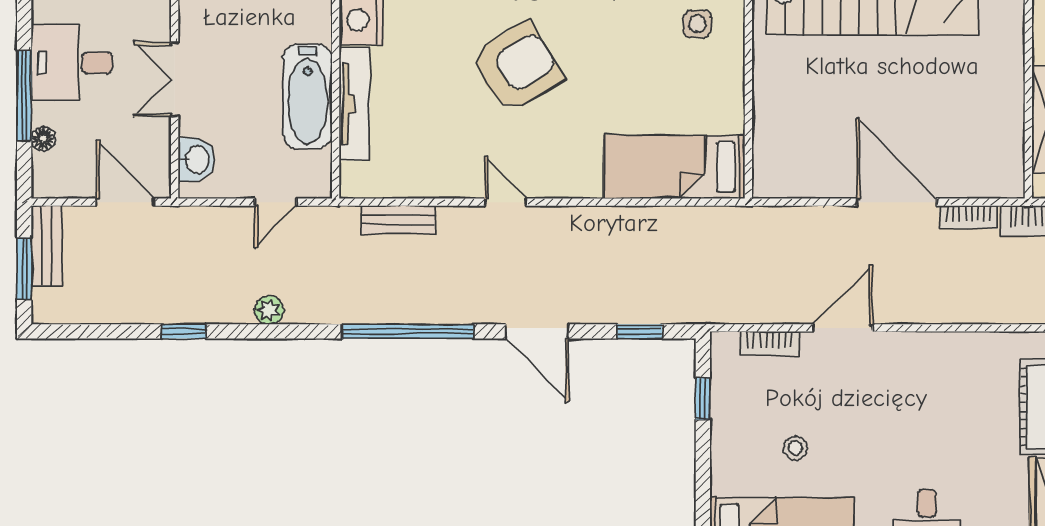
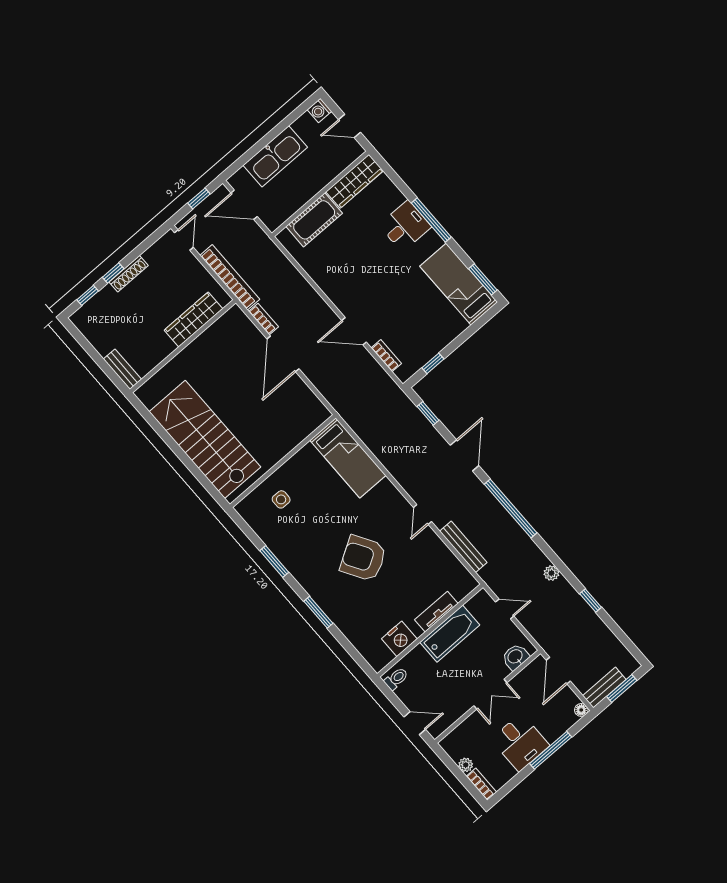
tv unit: (354, 104) -> (436, 612), width x0.71
floor lamp: (43, 139) -> (581, 710), moved
bench: (398, 220) -> (463, 547), width x1.36
stool: (796, 448) -> (420, 308), removed

